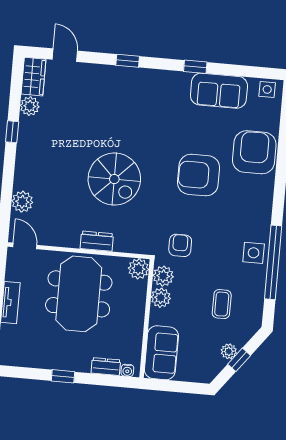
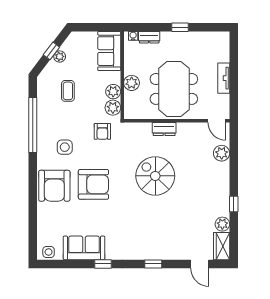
armchair: (254, 152) -> (54, 186), moved
side table: (254, 253) -> (65, 147), moved
plant: (138, 269) -> (132, 83), moved

